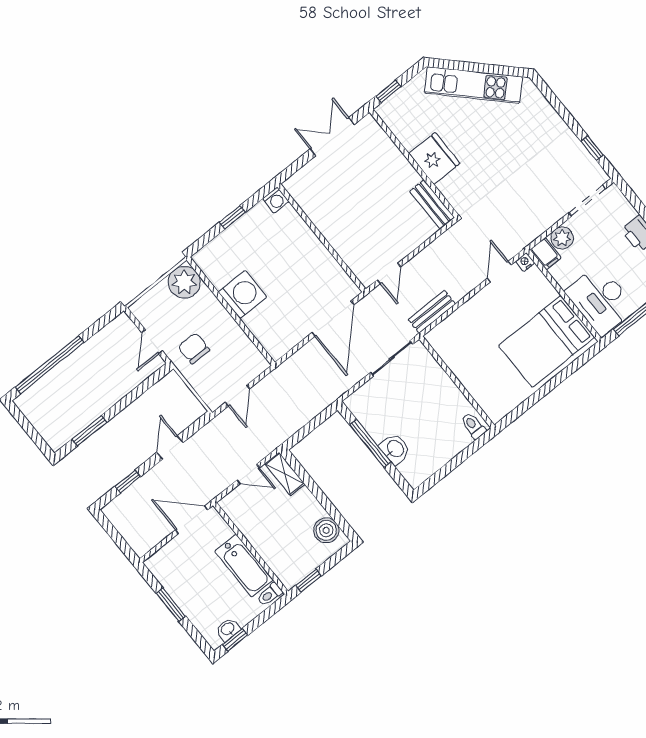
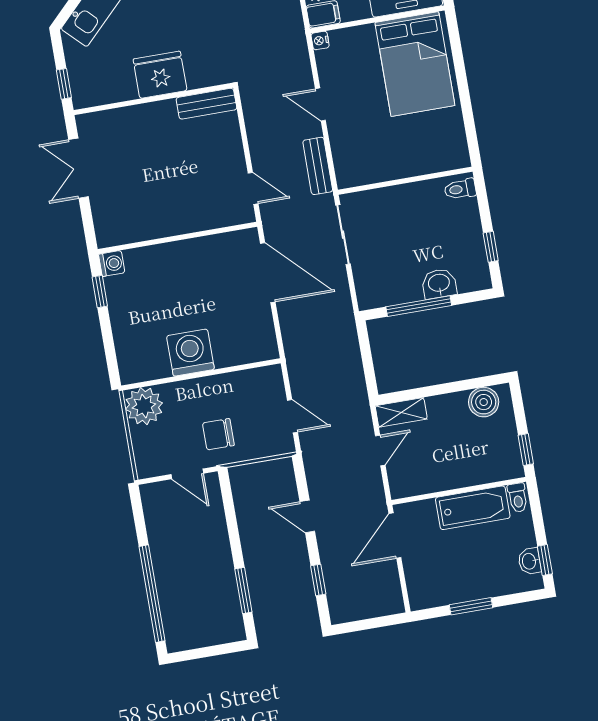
window: (233, 217) -> (100, 291), moved
door: (499, 272) -> (320, 105), moved
window: (443, 472) -> (491, 247), added

